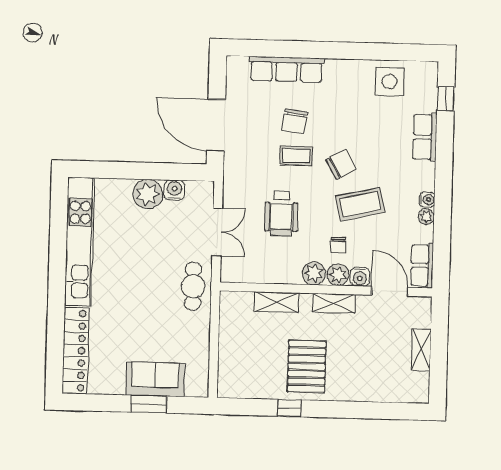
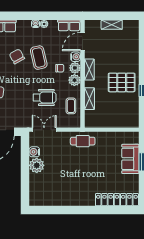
coffee table: (296, 156) -> (71, 106), moved
chair: (341, 164) -> (17, 56), moved
double door: (217, 232) -> (44, 130), moved
kitchen unit: (80, 242) -> (62, 199), removed

